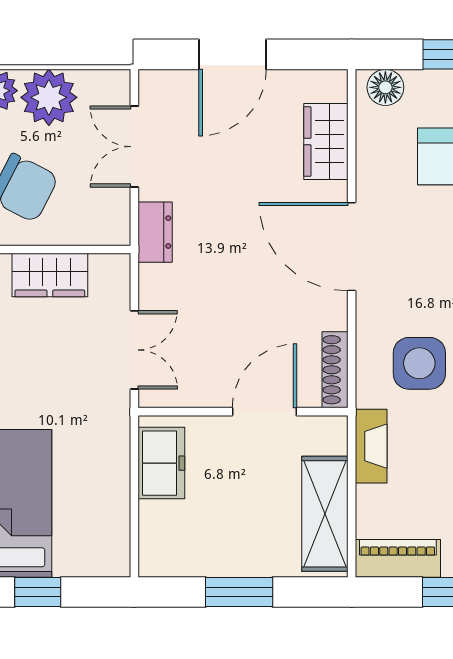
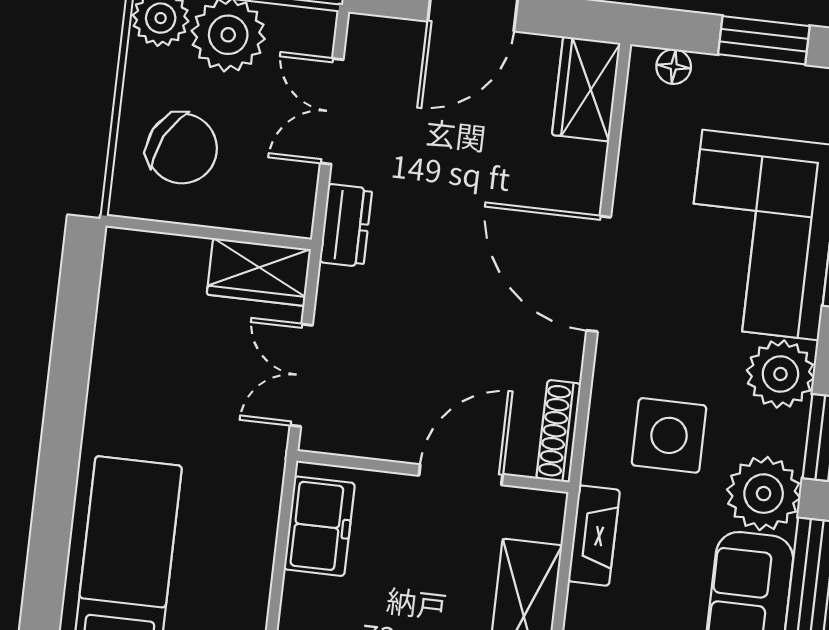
floor lamp: (385, 87) -> (674, 67), width x0.73, depth x0.73
wardrobe: (326, 142) -> (586, 89), moved
wardrobe: (50, 275) -> (259, 272), moved
double door: (134, 350) -> (301, 375), swing flipped

